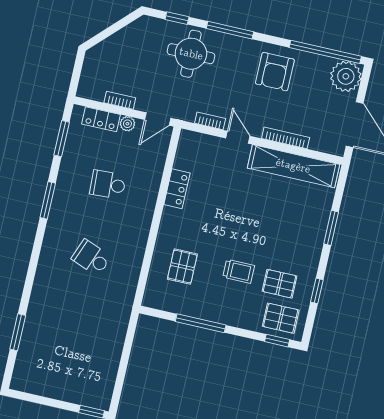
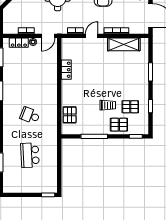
door: (238, 137) -> (92, 36), hinge flipped
shelving: (293, 166) -> (124, 44), width x0.68
school desk: (108, 184) -> (30, 155), moved, width x1.85
pallet: (182, 267) -> (70, 115), moved
pallet: (281, 318) -> (119, 125), moved

